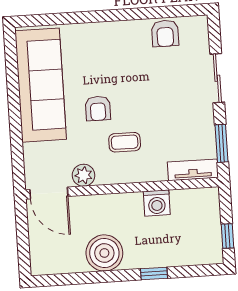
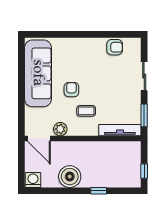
armchair: (165, 33) -> (115, 47), turned -90
armchair: (98, 108) -> (71, 90), turned 180
tv unit: (193, 170) -> (120, 130), width x1.41
washing machine: (157, 203) -> (33, 180), moved, turned 180

